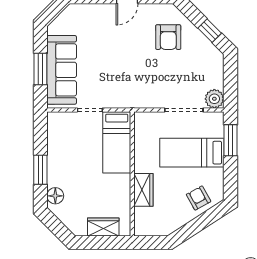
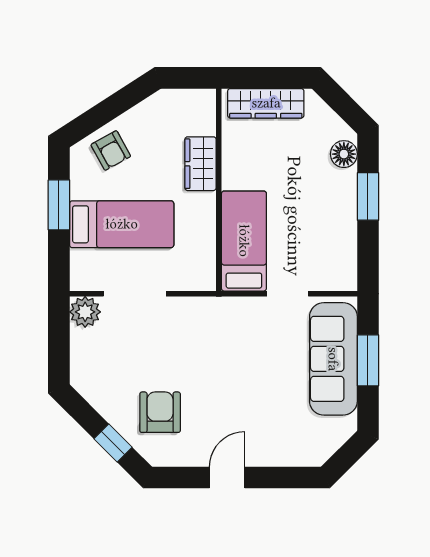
window: (210, 31) -> (113, 443), moved
window: (230, 140) -> (59, 205), moved
wardrobe: (103, 227) -> (266, 103), width x1.50

